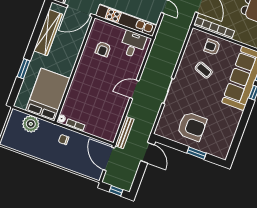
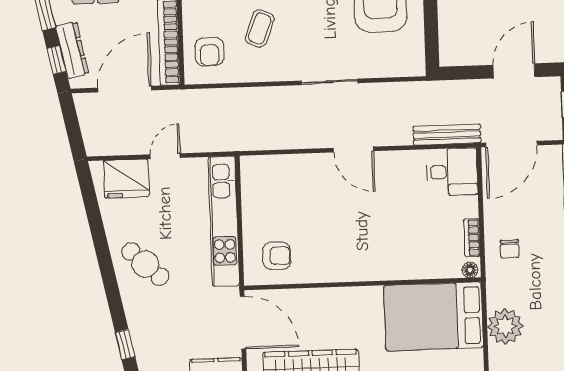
desk: (133, 44) -> (452, 172), moved, turned 180
armchair: (212, 47) -> (209, 52), moved
armchair: (103, 49) -> (277, 256), moved
door: (148, 153) -> (514, 71), moved

